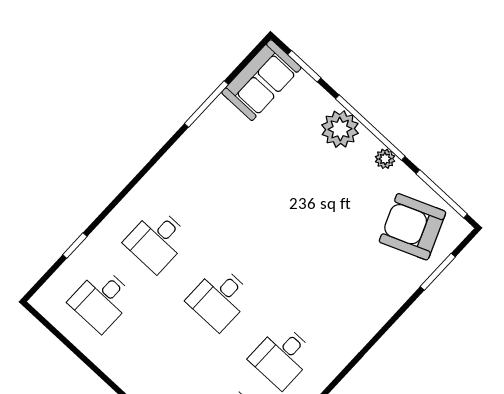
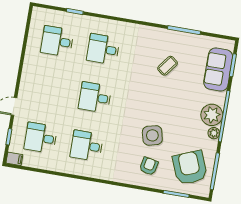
sofa: (261, 80) -> (218, 69), moved, turned 90
plant: (340, 129) -> (212, 115), moved
coffee table: (243, 162) -> (168, 66), added
side table: (330, 251) -> (152, 135), added
armchair: (371, 285) -> (149, 166), added

